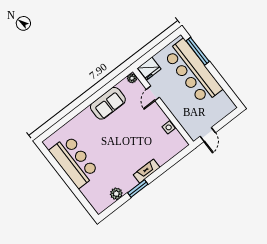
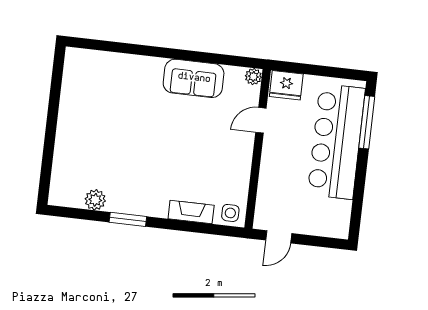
side table: (169, 127) -> (230, 213), moved
bar counter: (74, 161) -> (82, 109), removed
fireplace: (147, 171) -> (191, 212), moved

